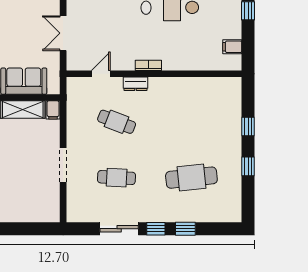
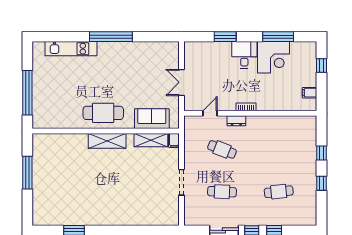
cafe table: (191, 178) -> (279, 192), width x0.73, depth x0.74

